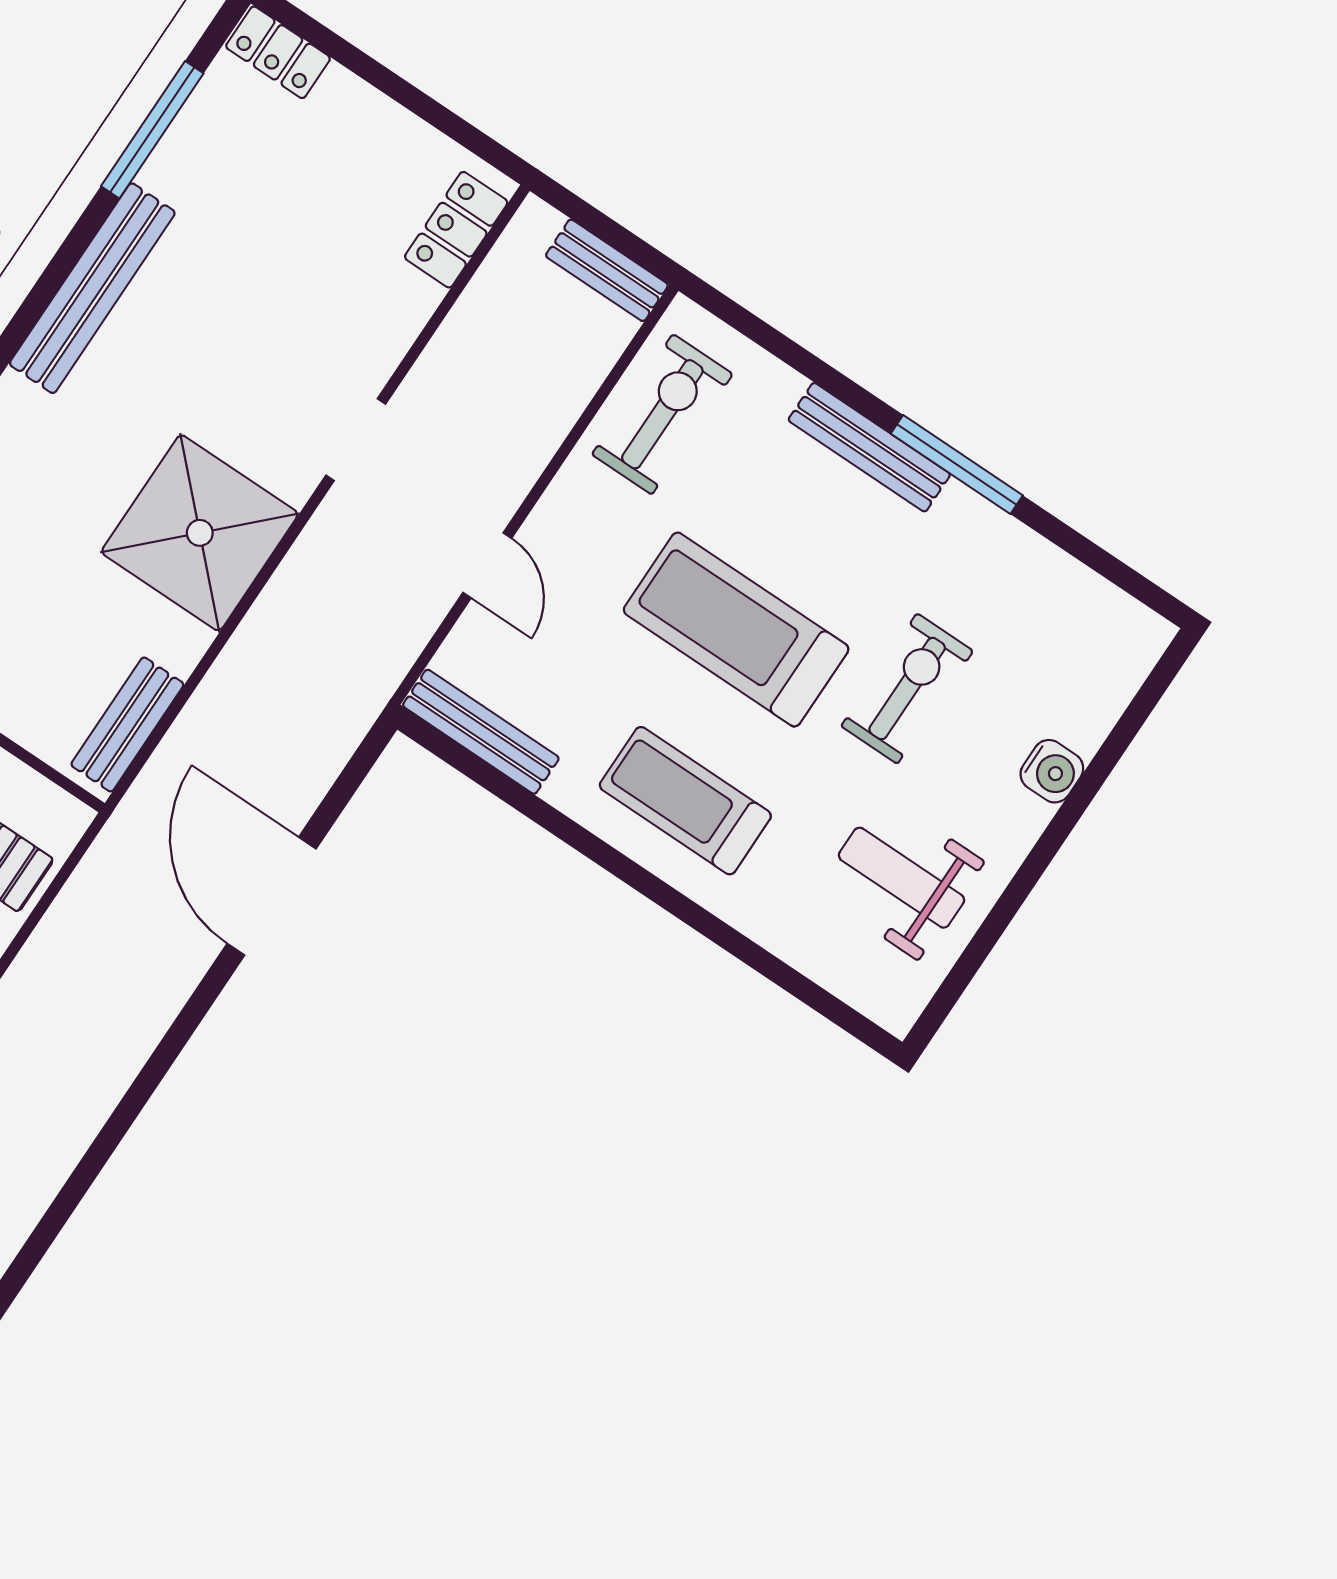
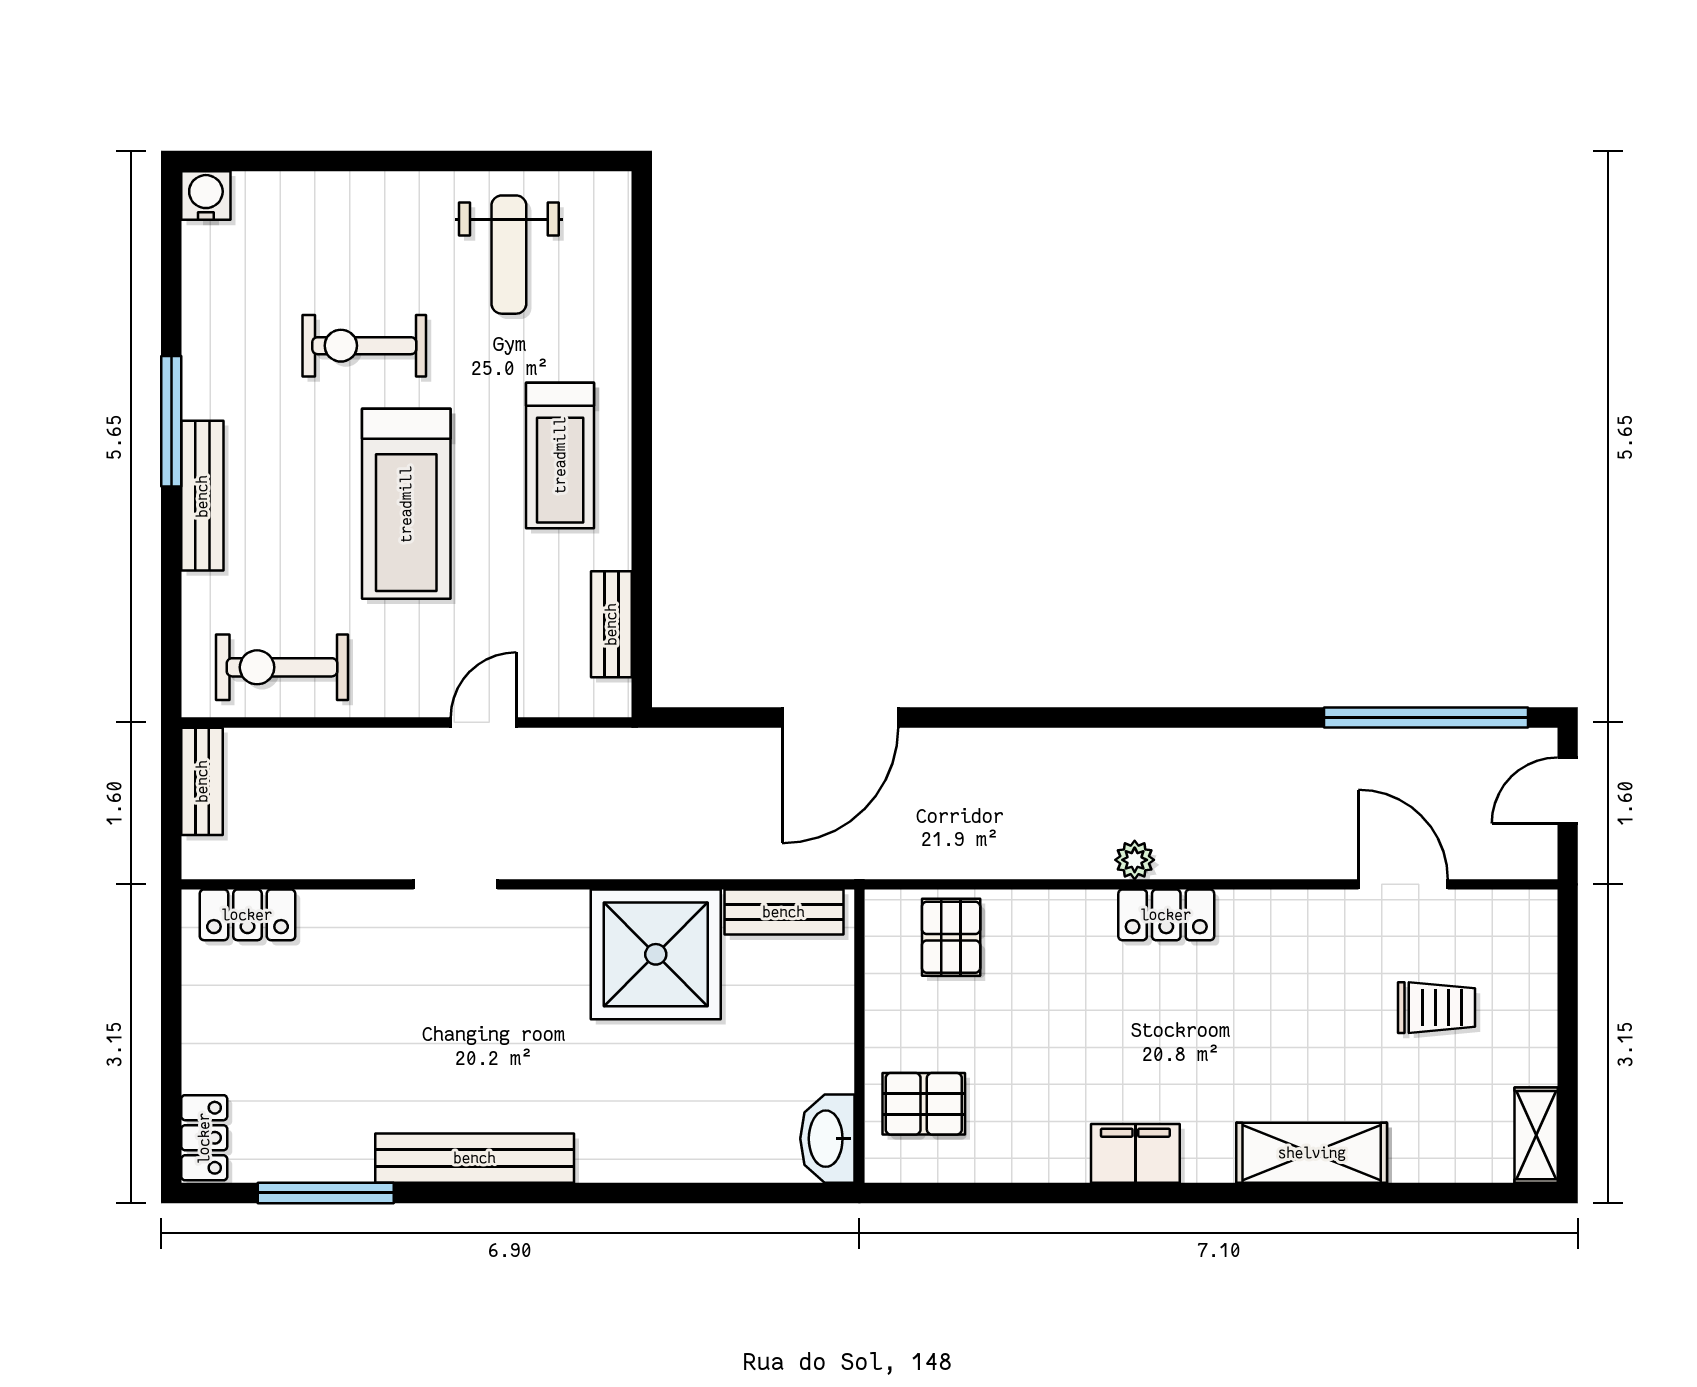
shower: (200, 533) -> (656, 954), moved
bench: (481, 732) -> (611, 624), width x0.73
water cooler: (1052, 771) -> (206, 195), moved

